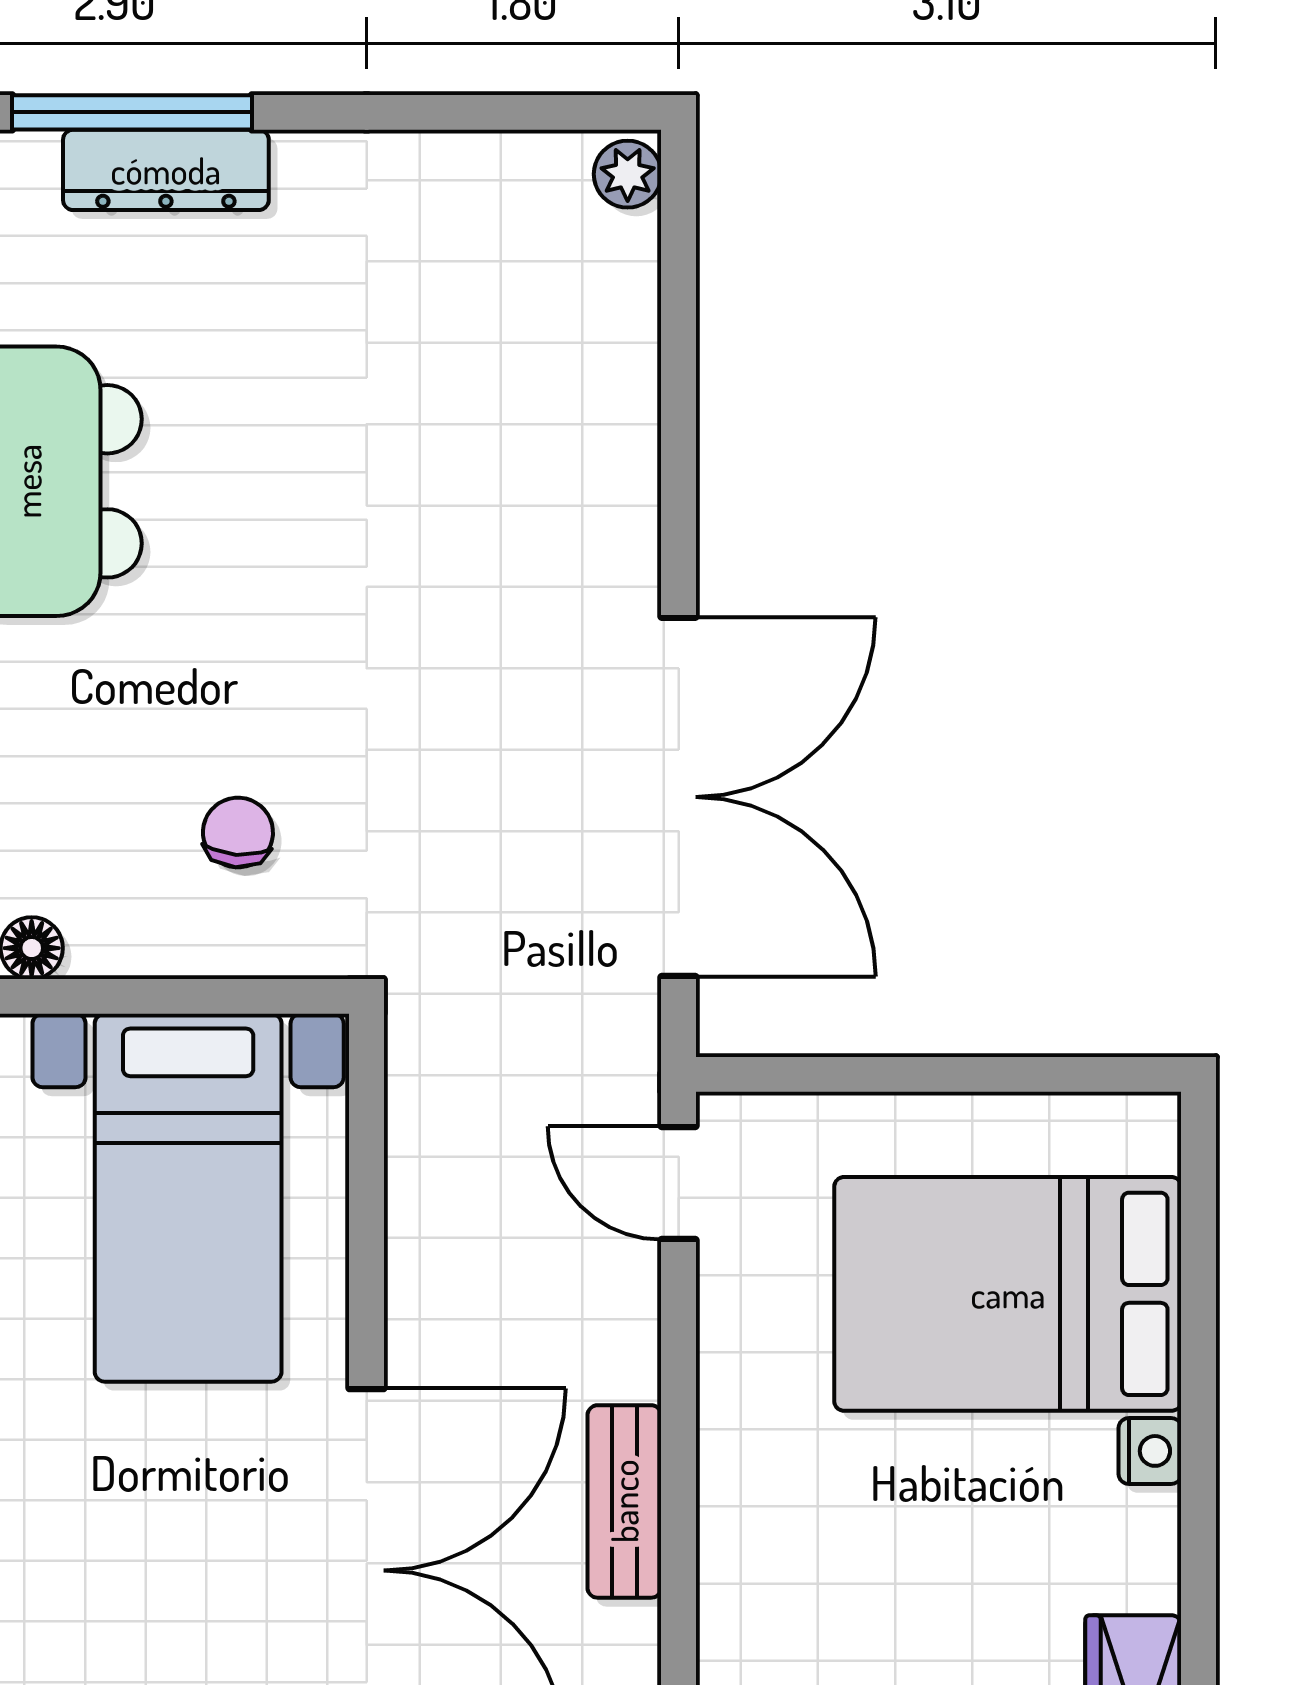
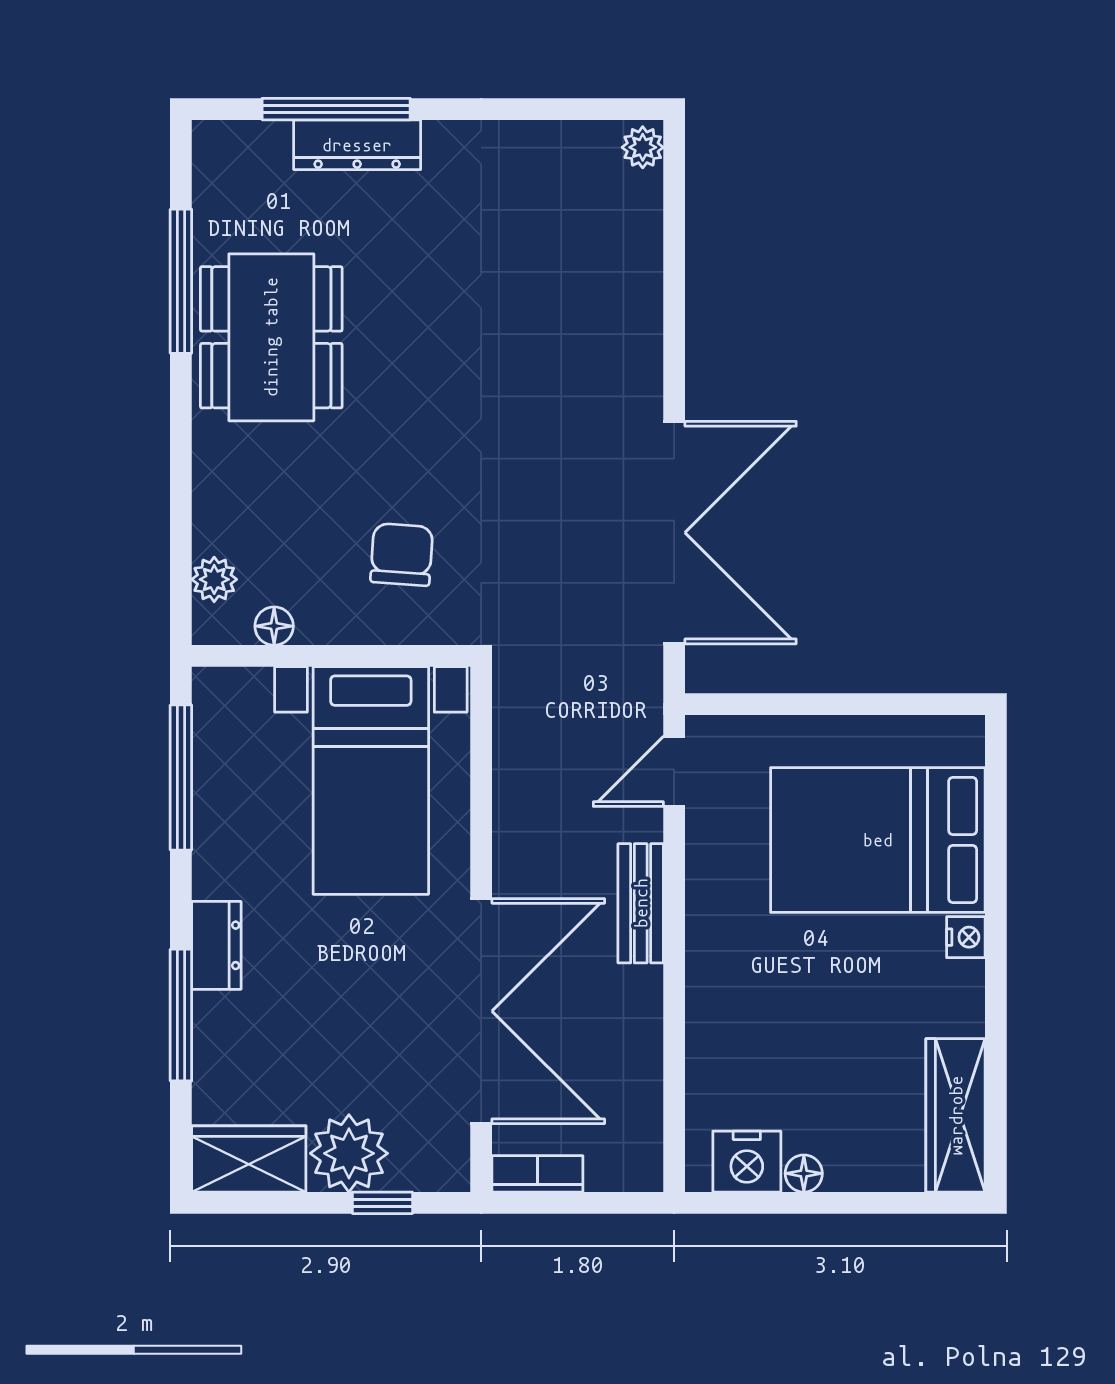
chair: (238, 832) -> (402, 555), width x1.37, depth x1.37
door: (679, 1183) -> (674, 771), hinge flipped
bench: (624, 1501) -> (641, 903), moved

